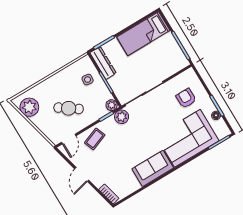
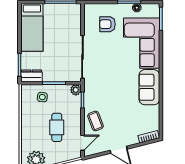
dresser: (103, 63) -> (32, 76), width x0.70
cafe table: (69, 108) -> (57, 127), turned -35
plant: (122, 117) -> (91, 87), removed
door: (69, 139) -> (82, 143), hinge flipped

